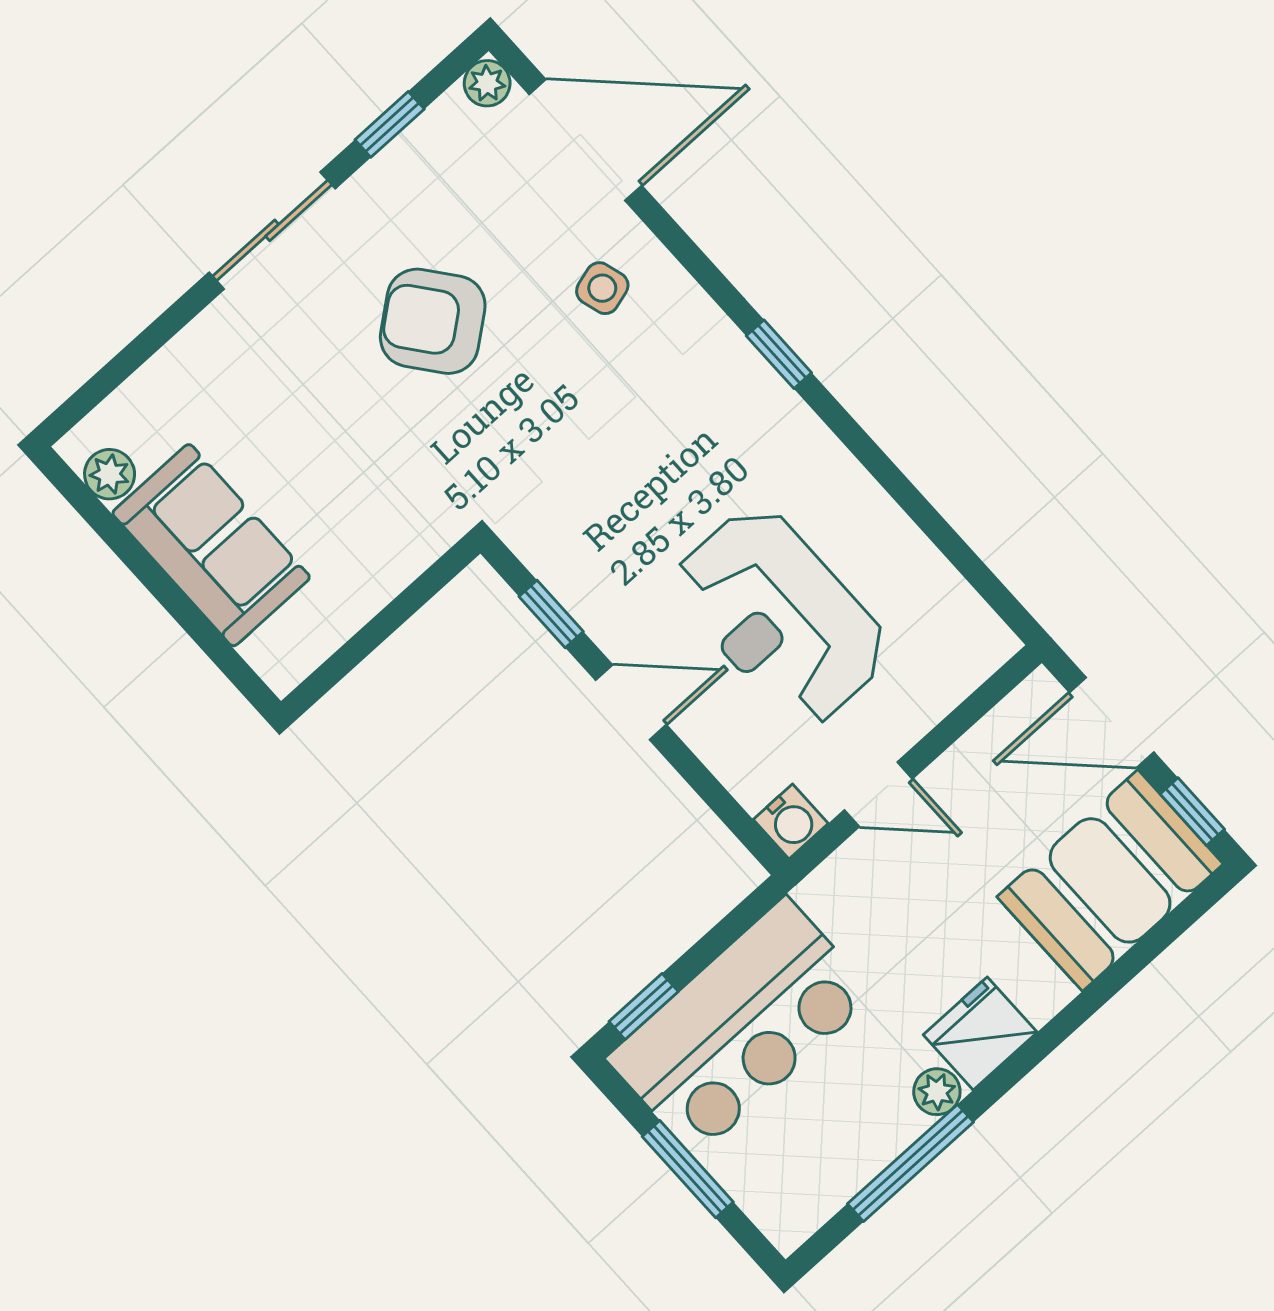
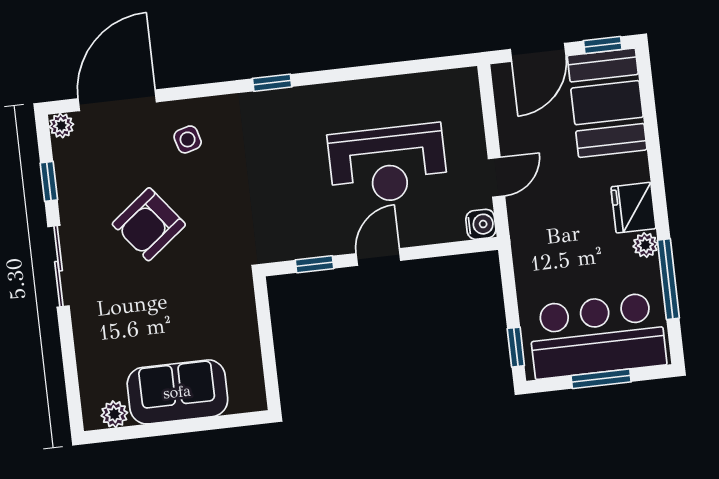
bar counter: (741, 1027) -> (597, 336), moved, turned -90

